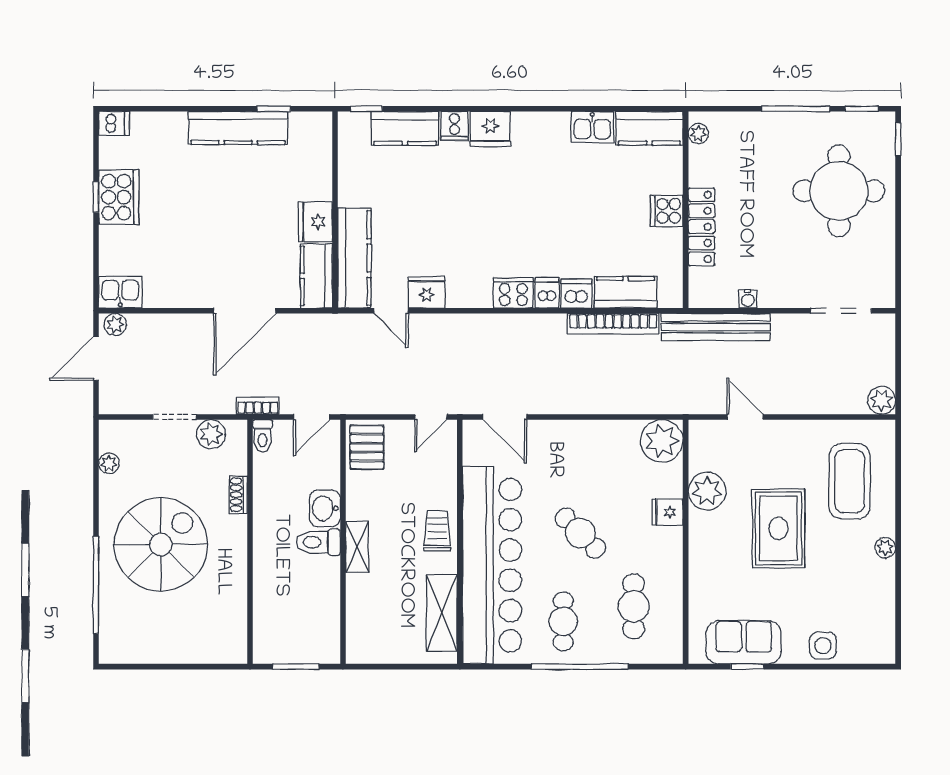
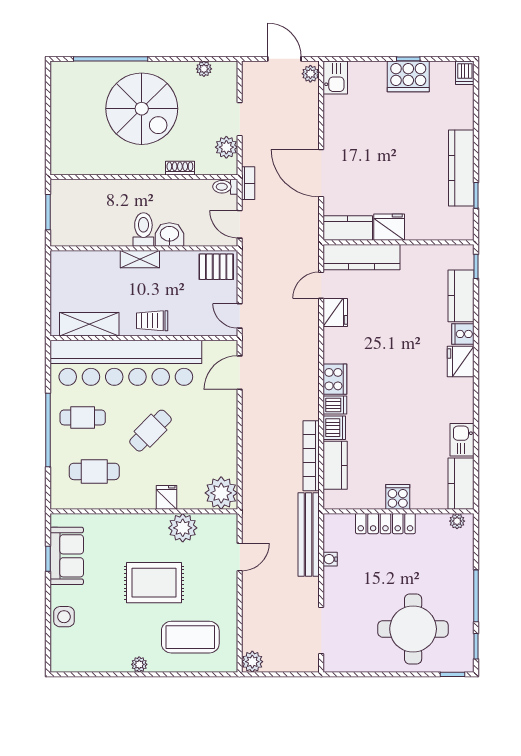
trolley: (437, 531) -> (152, 321), turned 180

